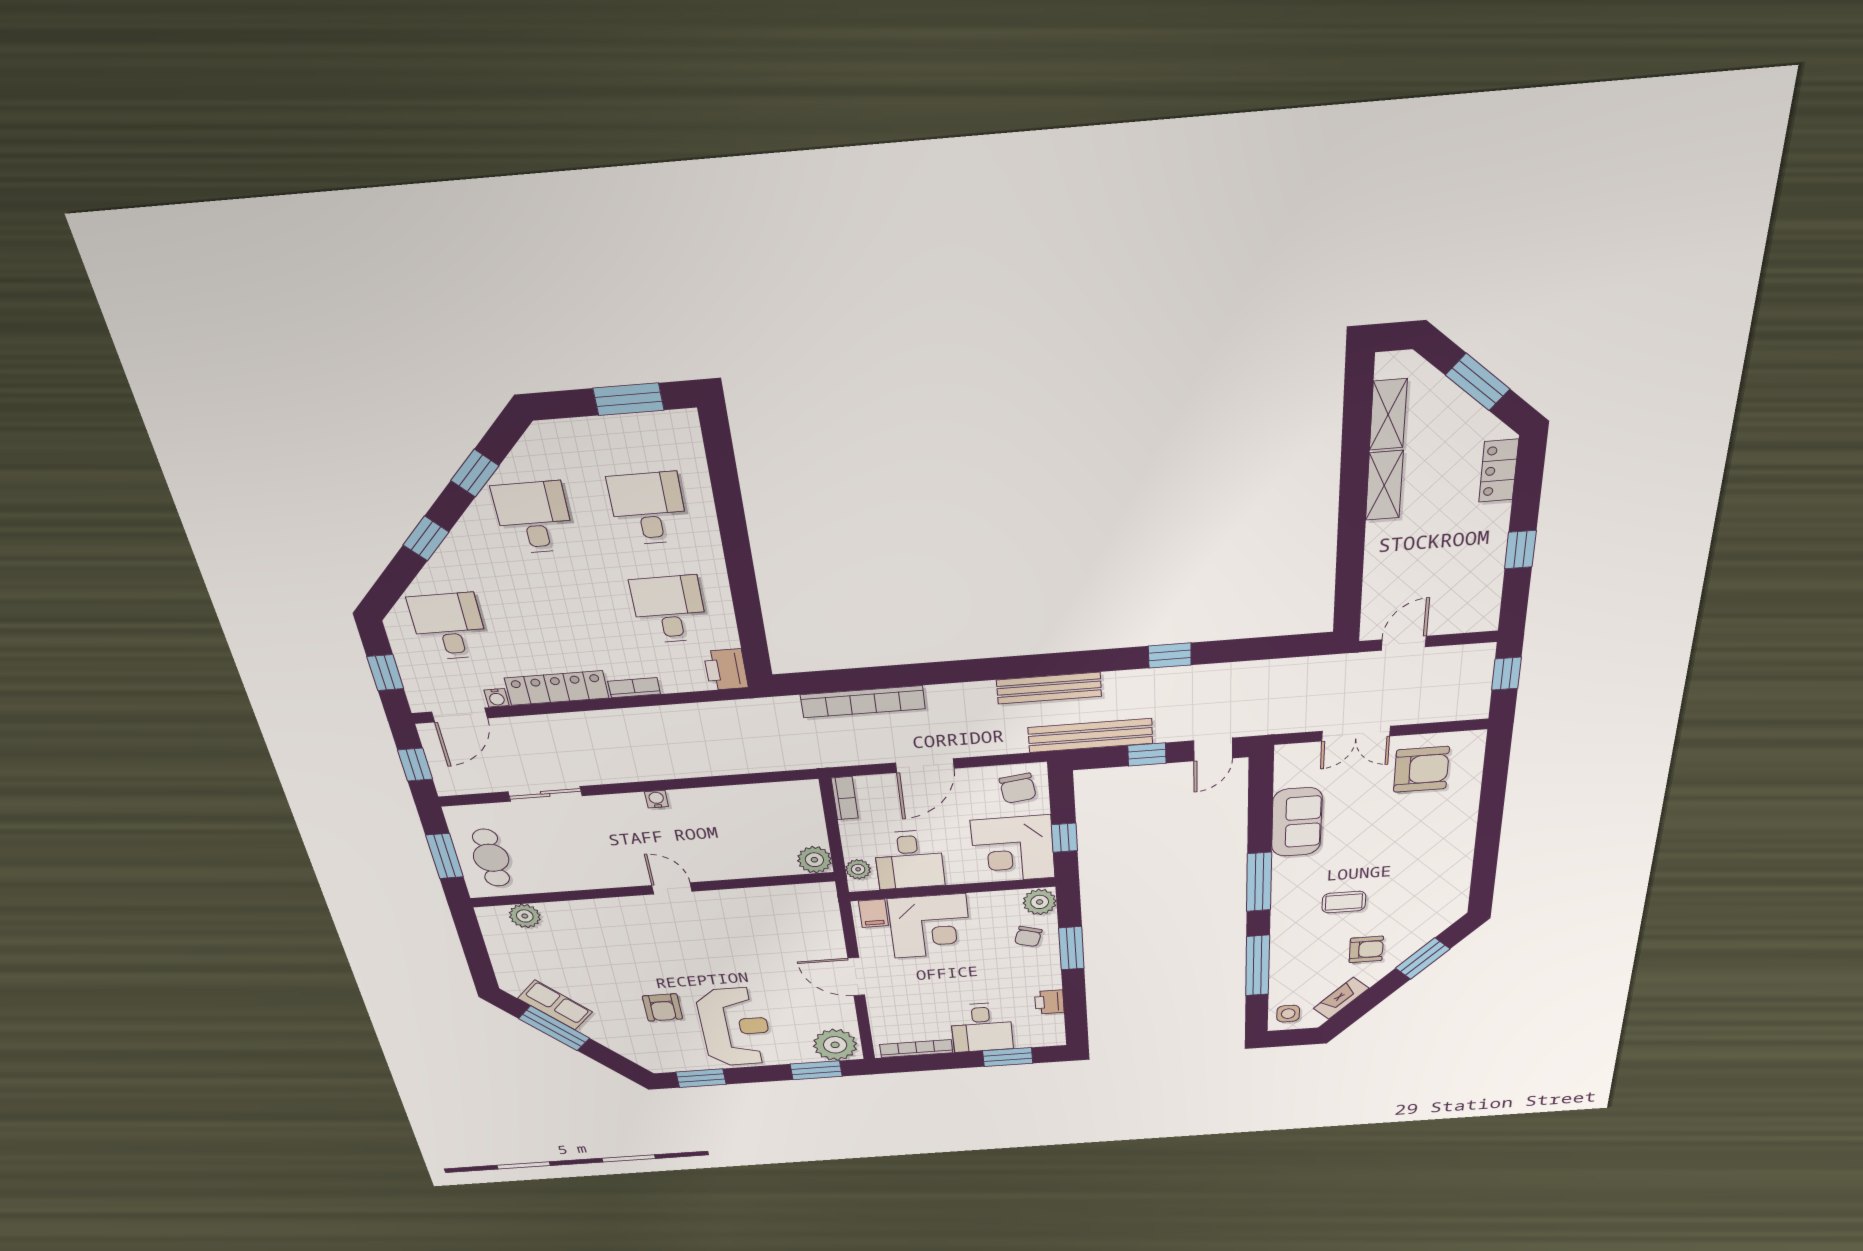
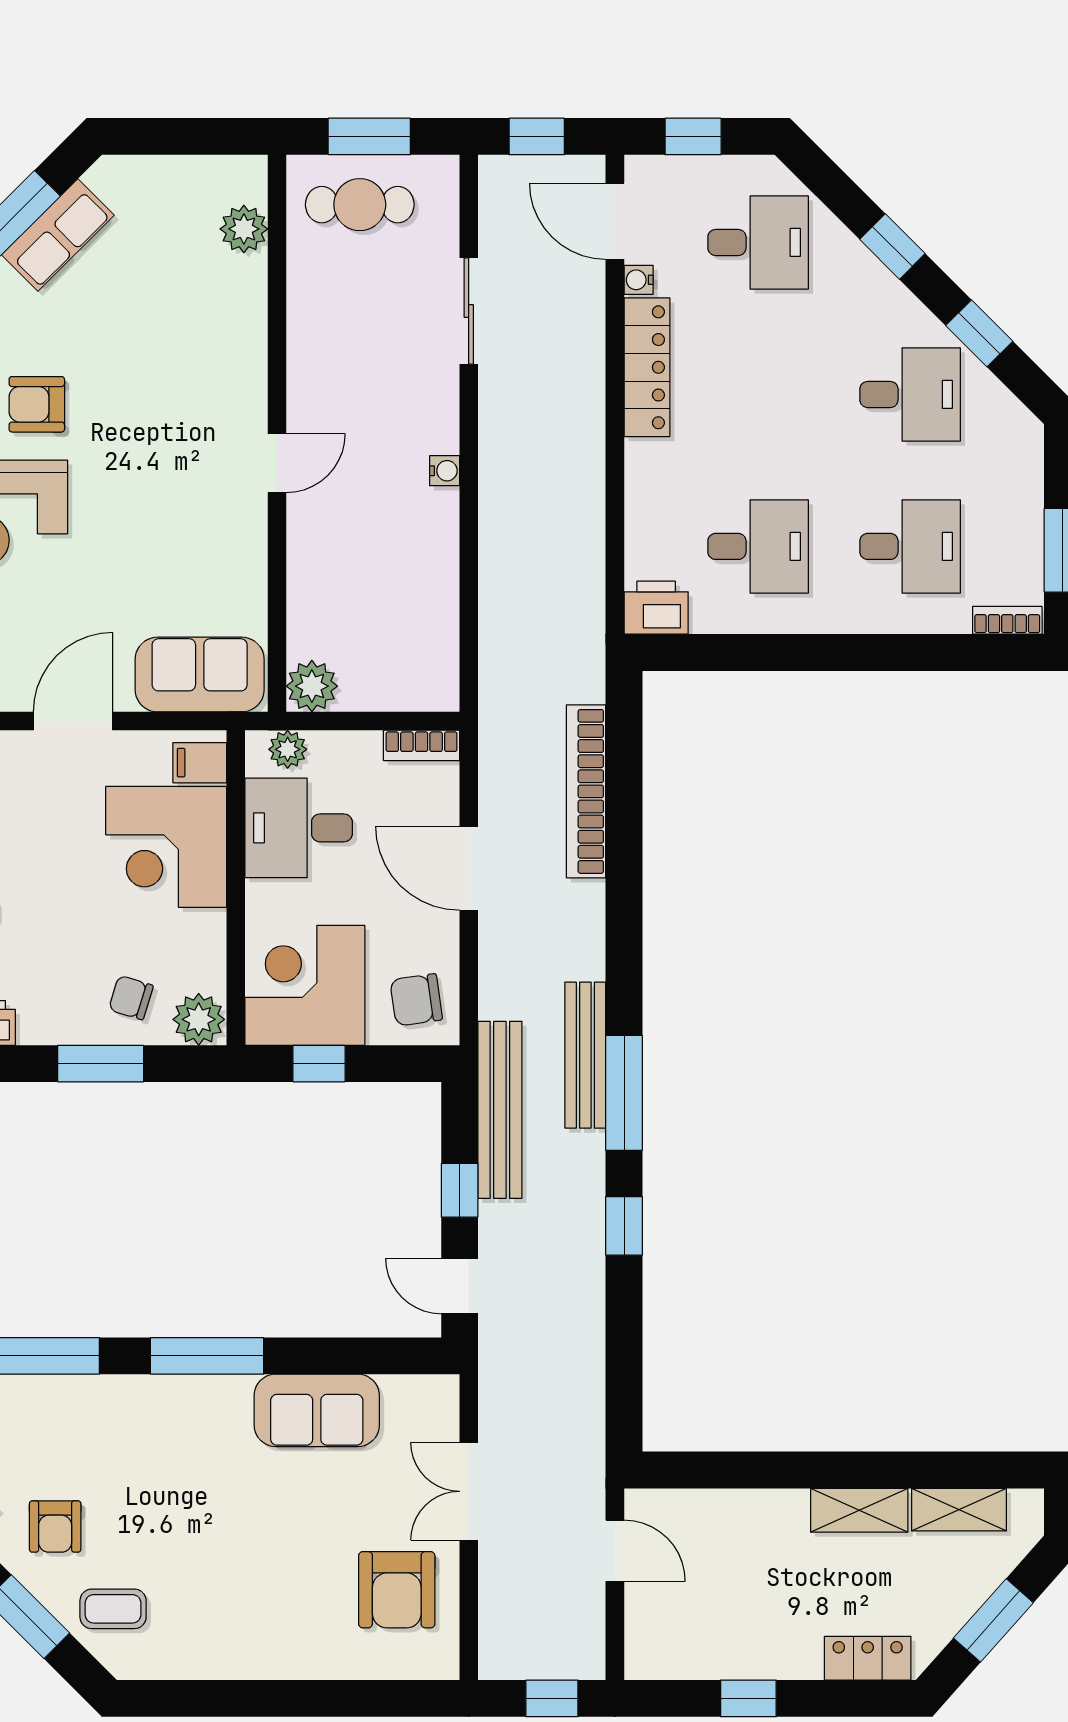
window: (1075, 663) -> (624, 1093), added
bookcase: (634, 688) -> (1007, 620), moved, turned -90
coffee table: (1344, 902) -> (113, 1609), moved, turned 90
sofa: (817, 917) -> (200, 675), added

